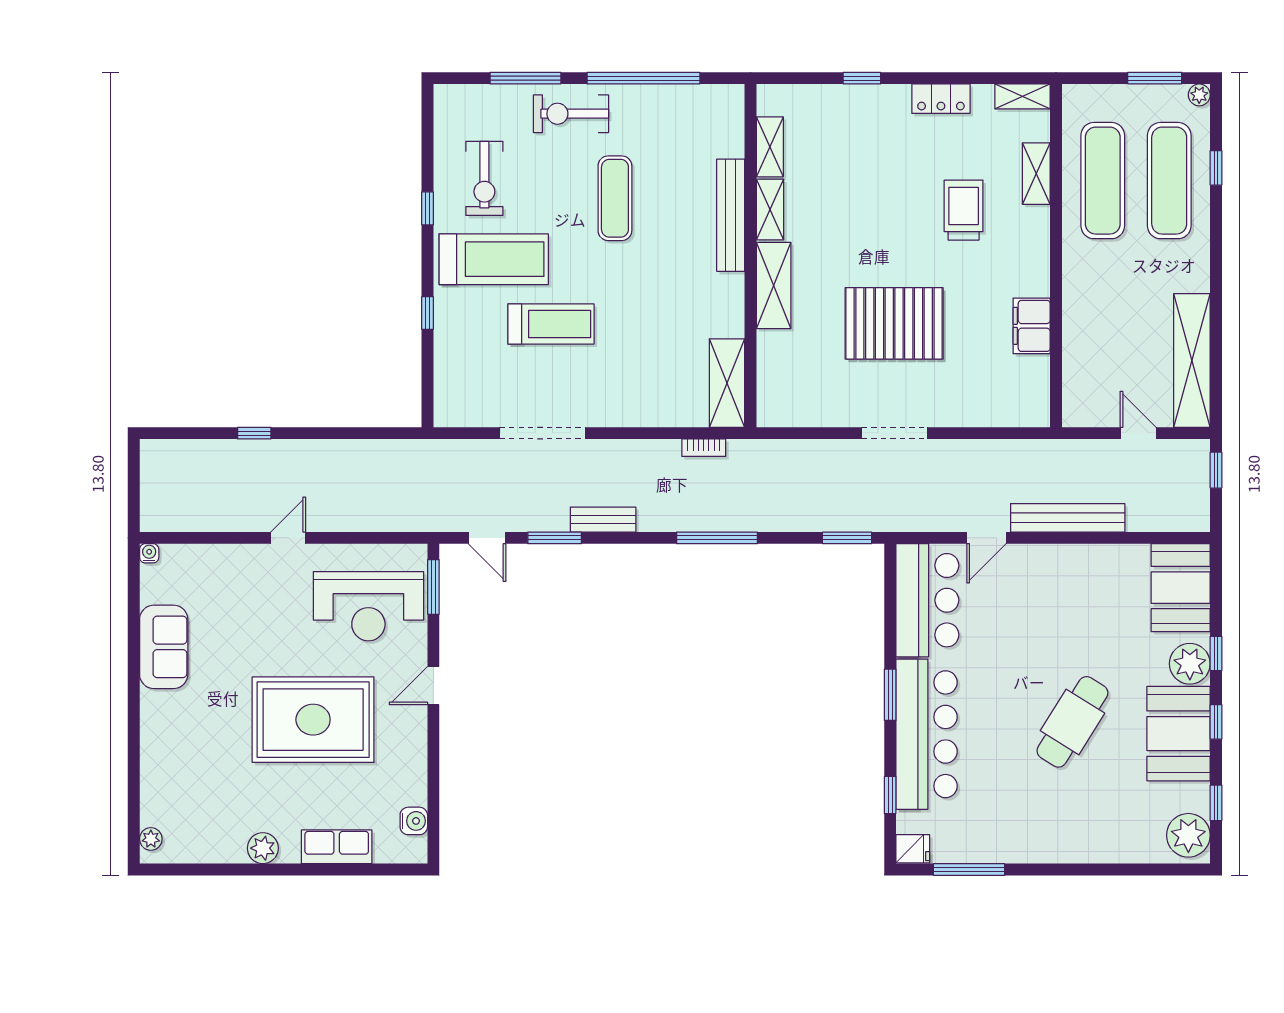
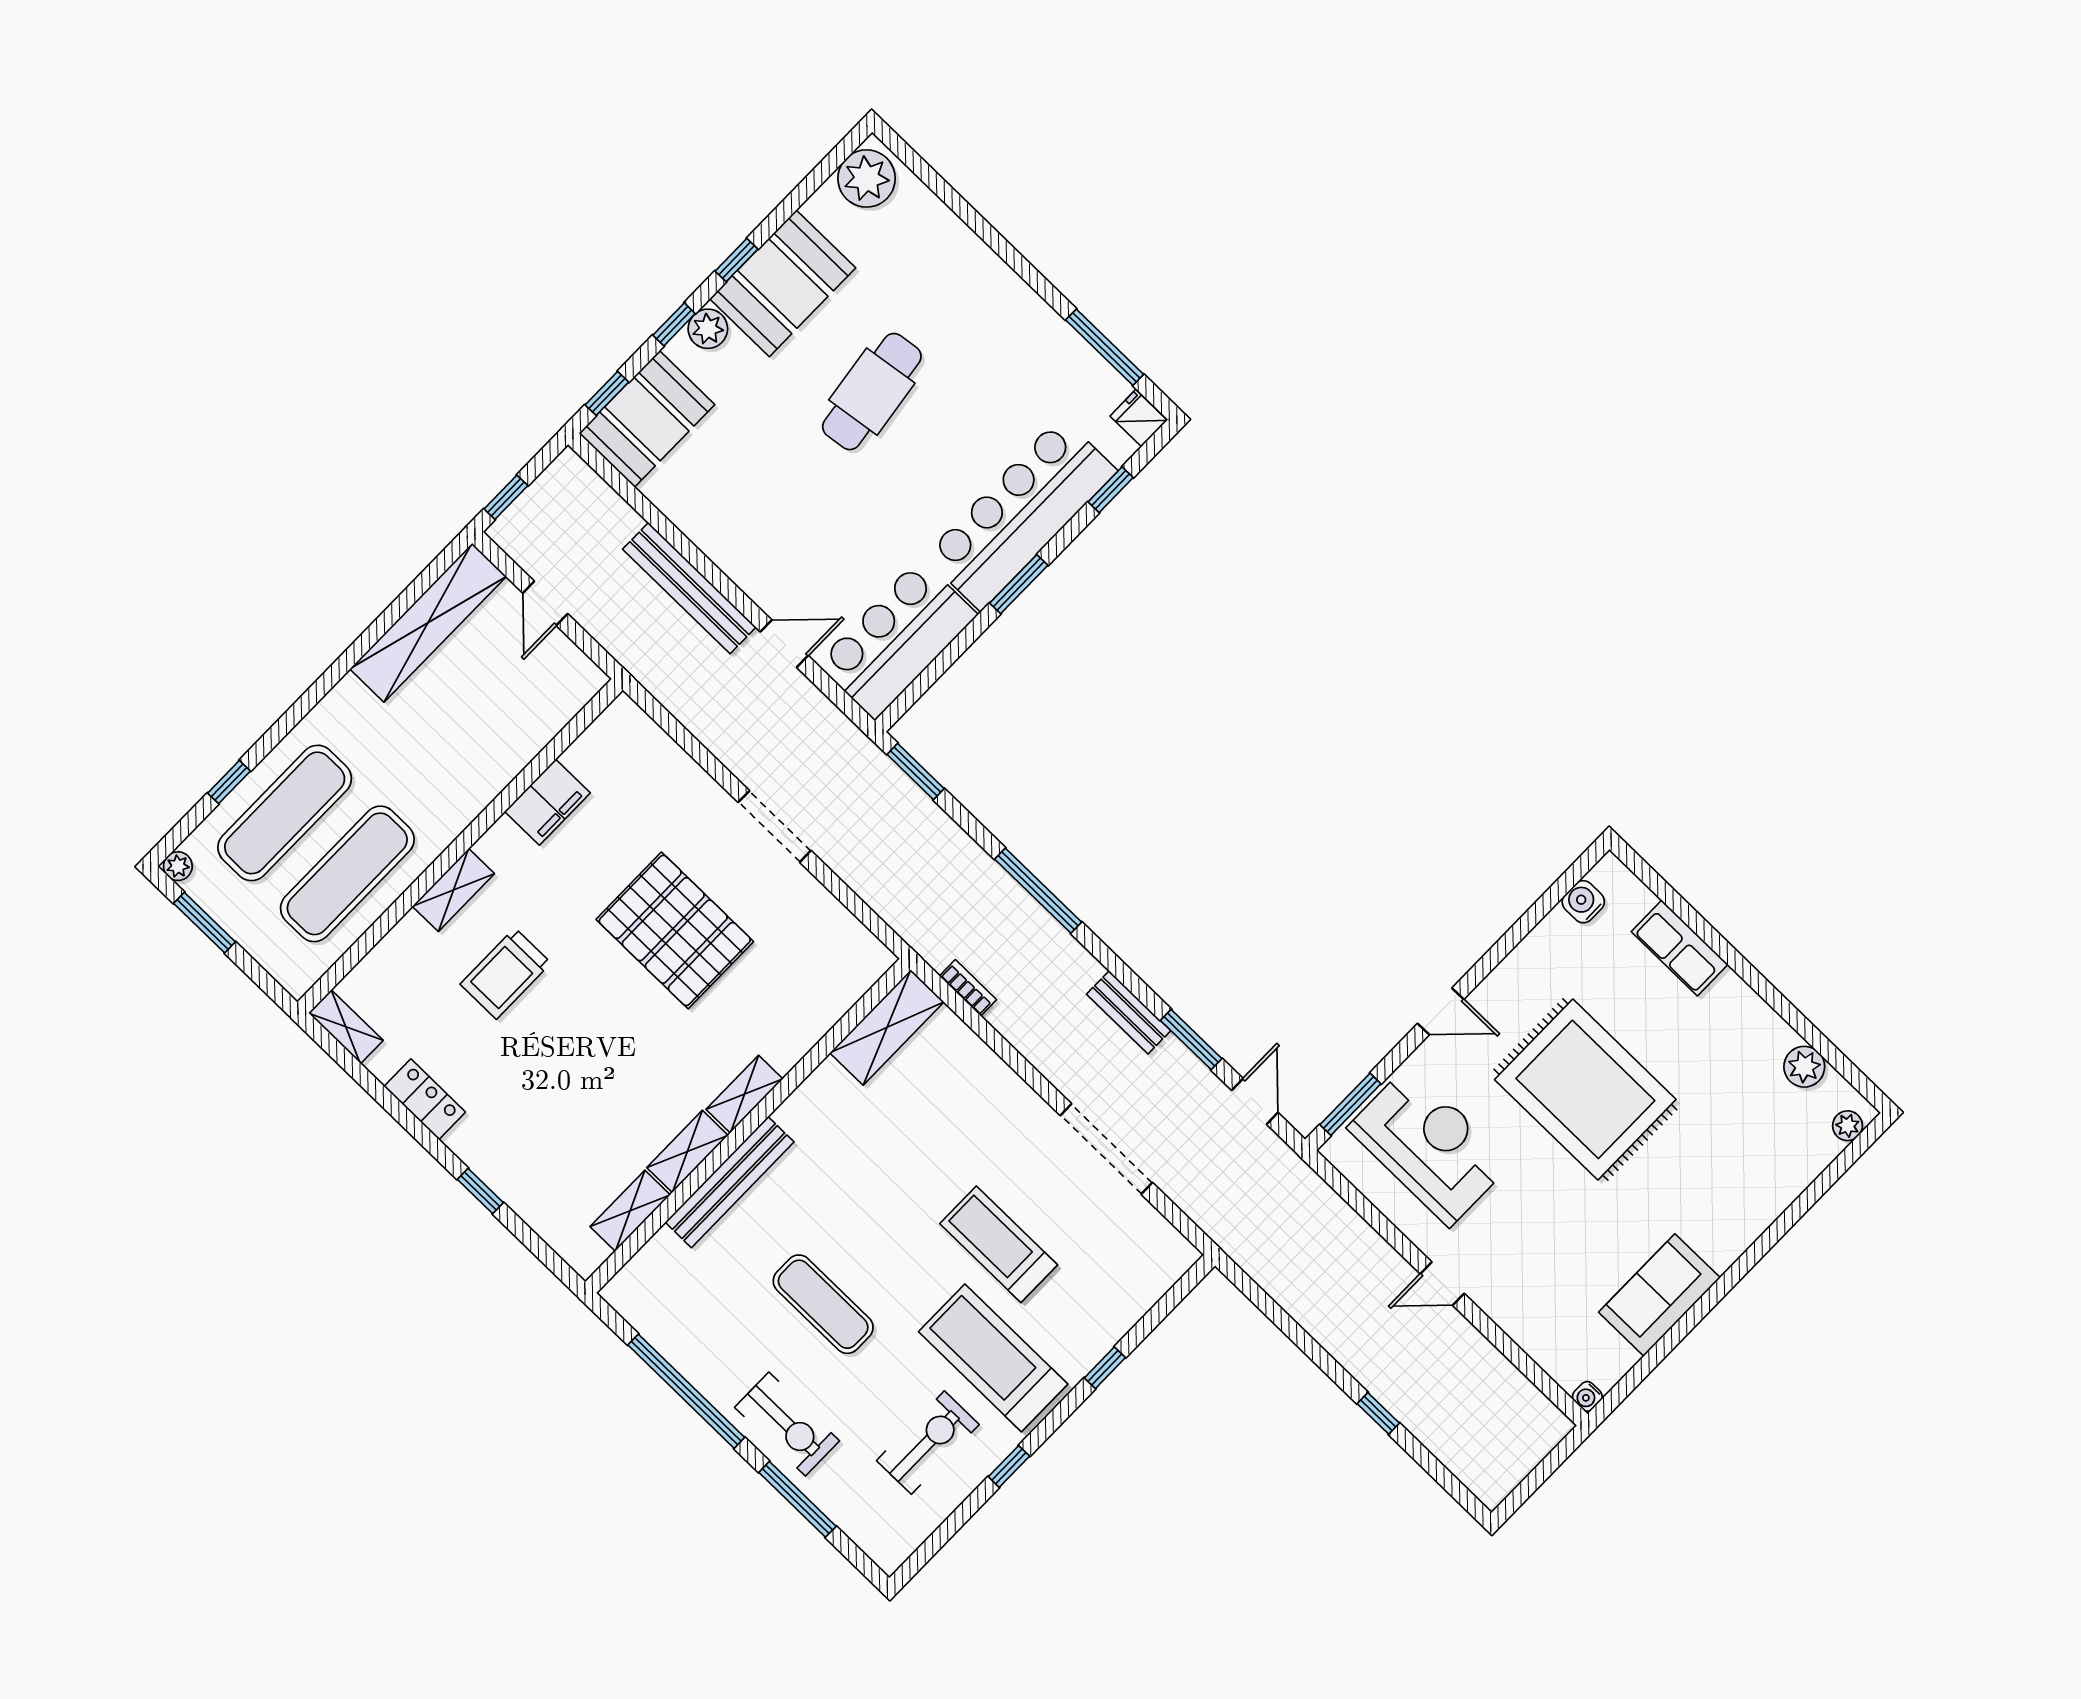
shelving: (1036, 174) -> (453, 890), moved
exercise mat: (615, 198) -> (823, 1304), turned 90
shelving: (774, 285) -> (744, 1094), width x0.67, depth x0.75
plant: (1190, 664) -> (708, 329), width x0.73, depth x0.73
cafe table: (1072, 722) -> (872, 392), turned -40
window: (1216, 803) -> (607, 393), moved
plant: (263, 848) -> (1804, 1067), moved

